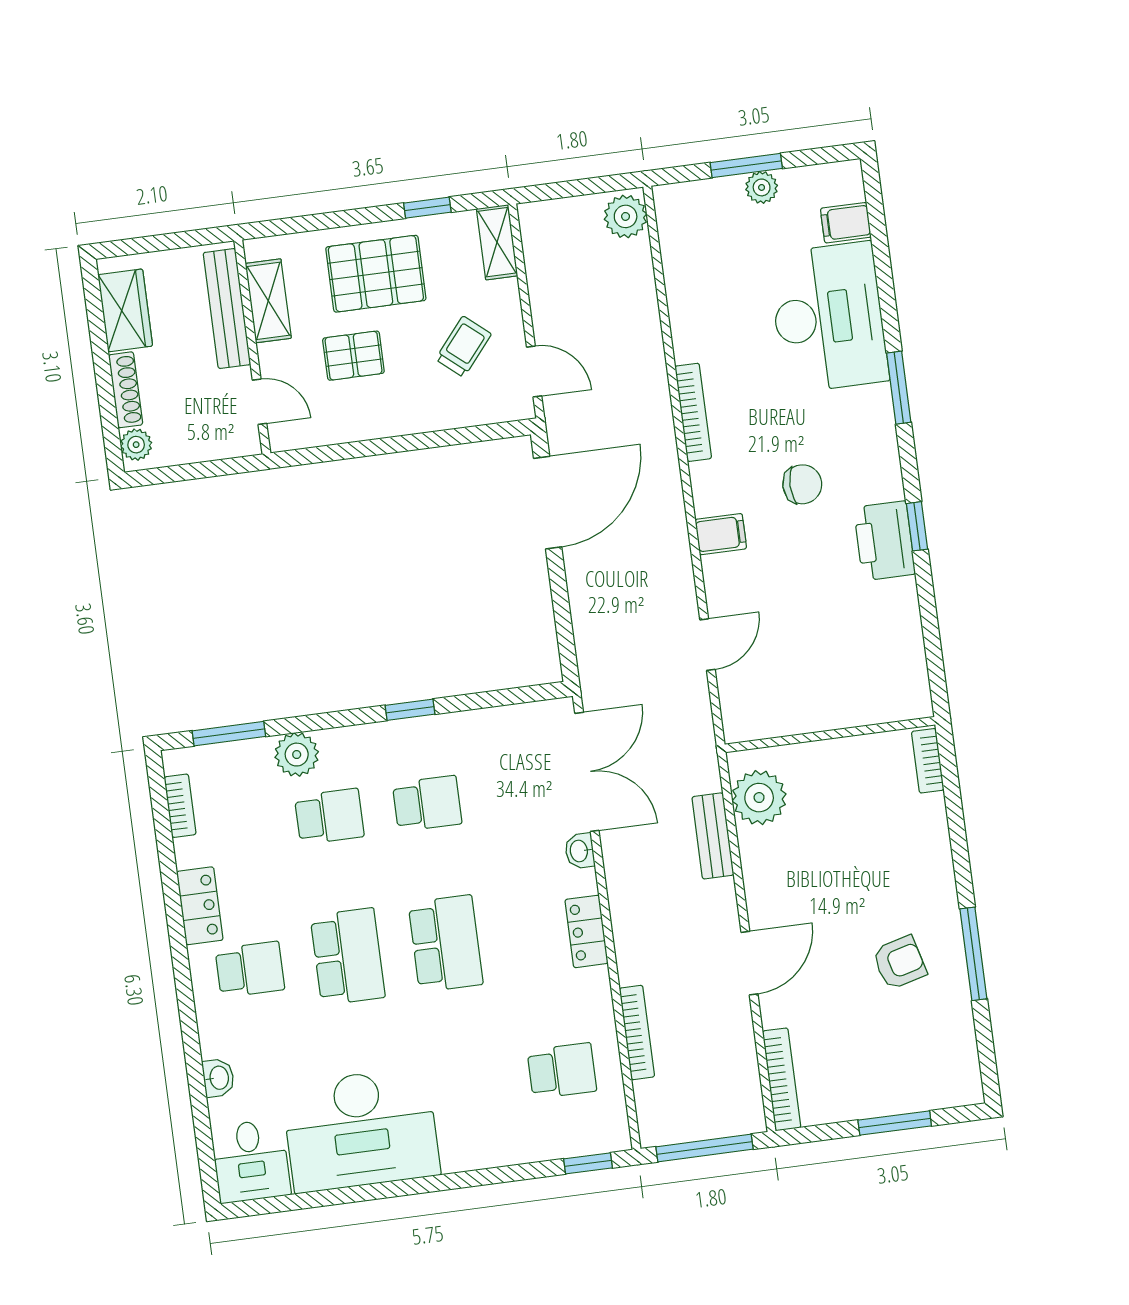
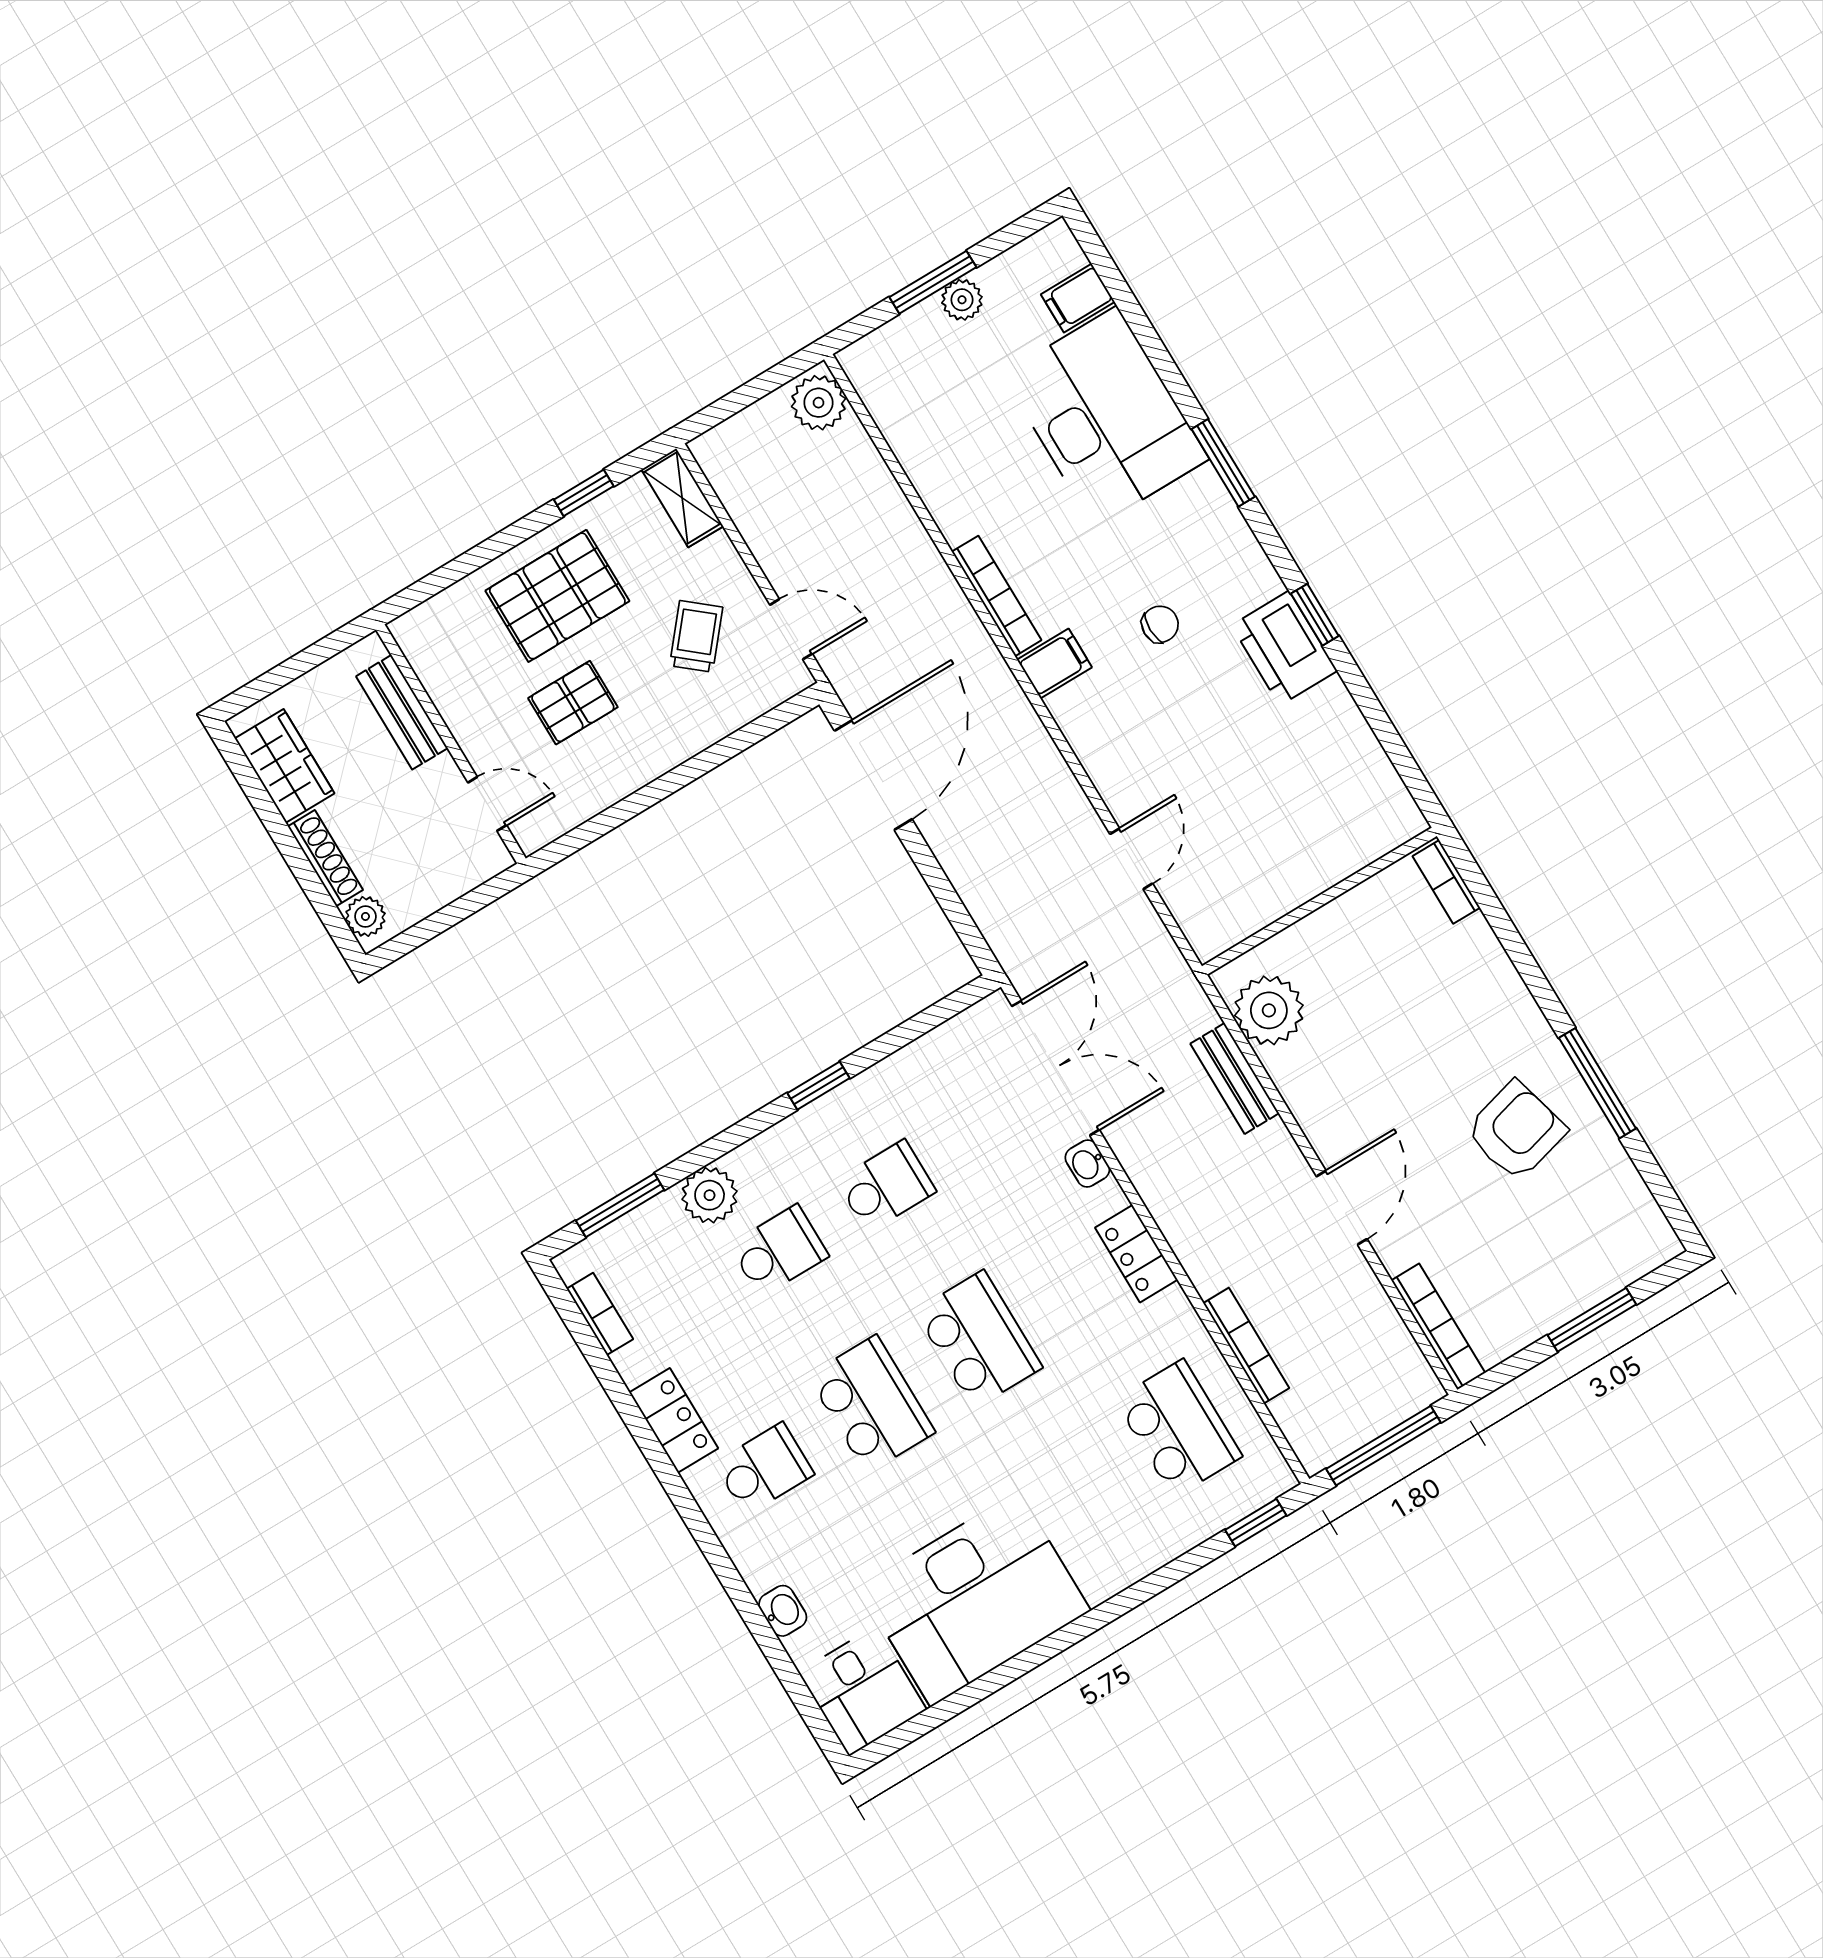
shelving: (268, 301) -> (446, 682), removed
bench: (227, 309) -> (402, 712), width x0.73
chair: (802, 484) -> (1160, 624), width x0.73, depth x0.73
filing cabinet: (721, 534) -> (1054, 663), moved
armchair: (899, 963) -> (1516, 1131), width x1.38, depth x1.38
school desk: (562, 1071) -> (1178, 1428), width x1.85

